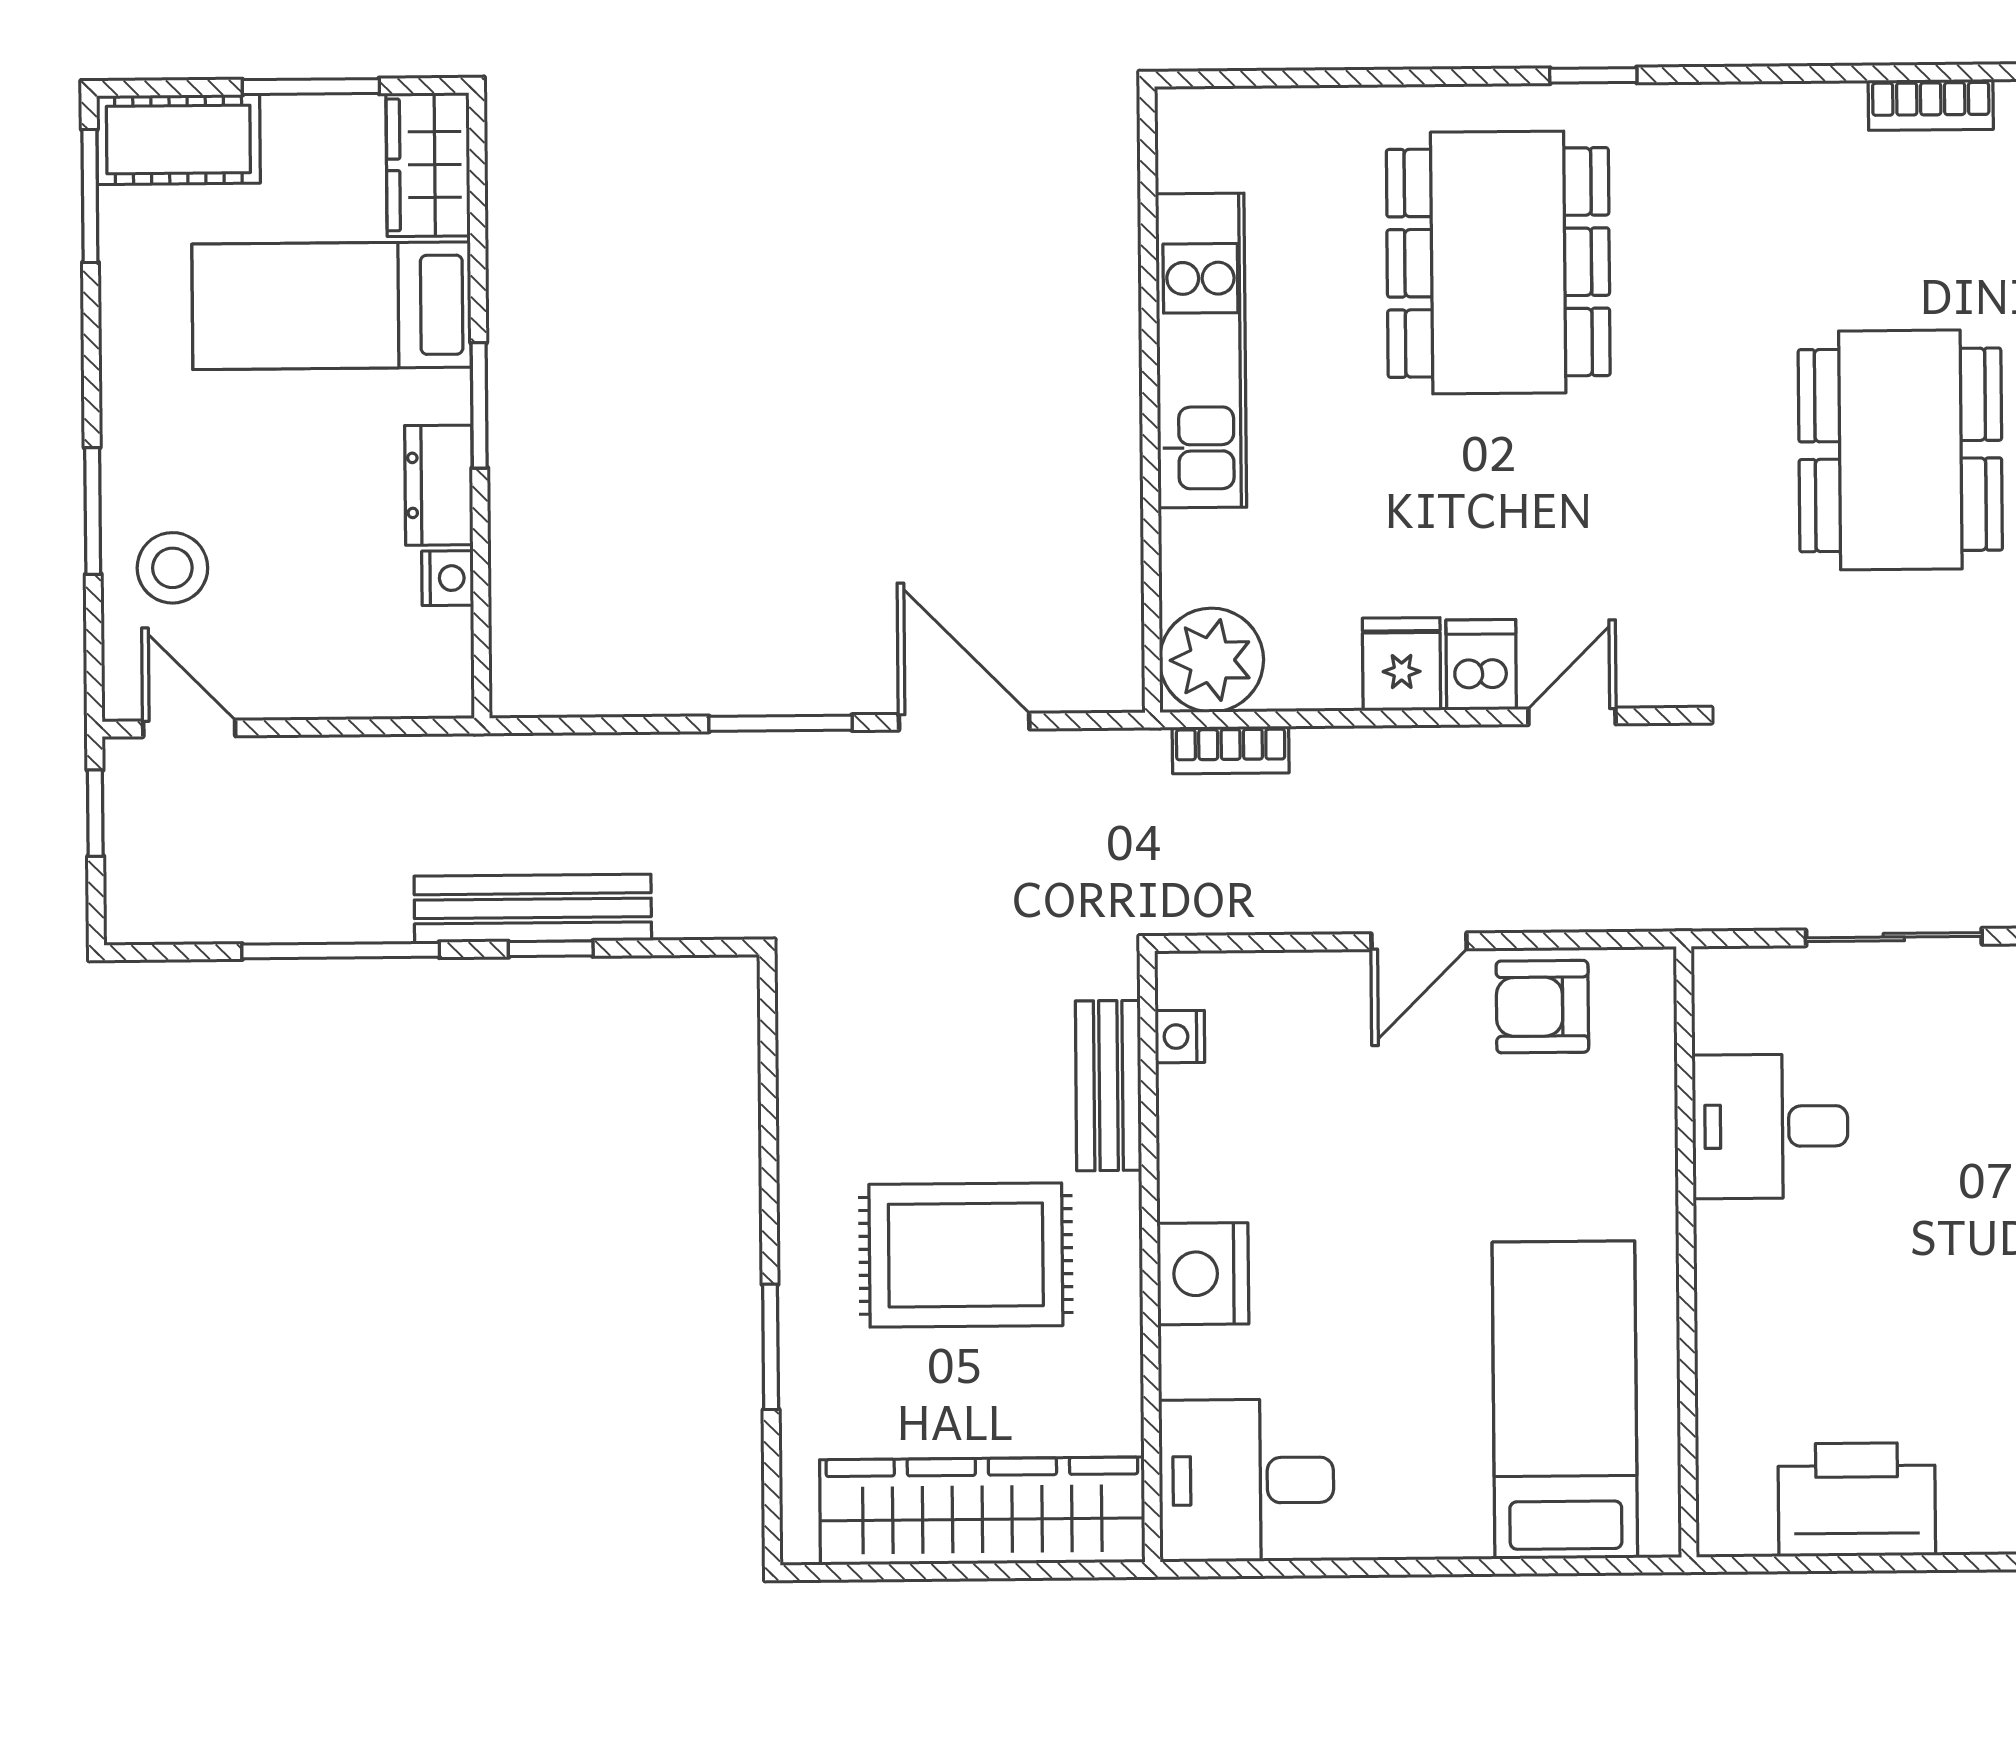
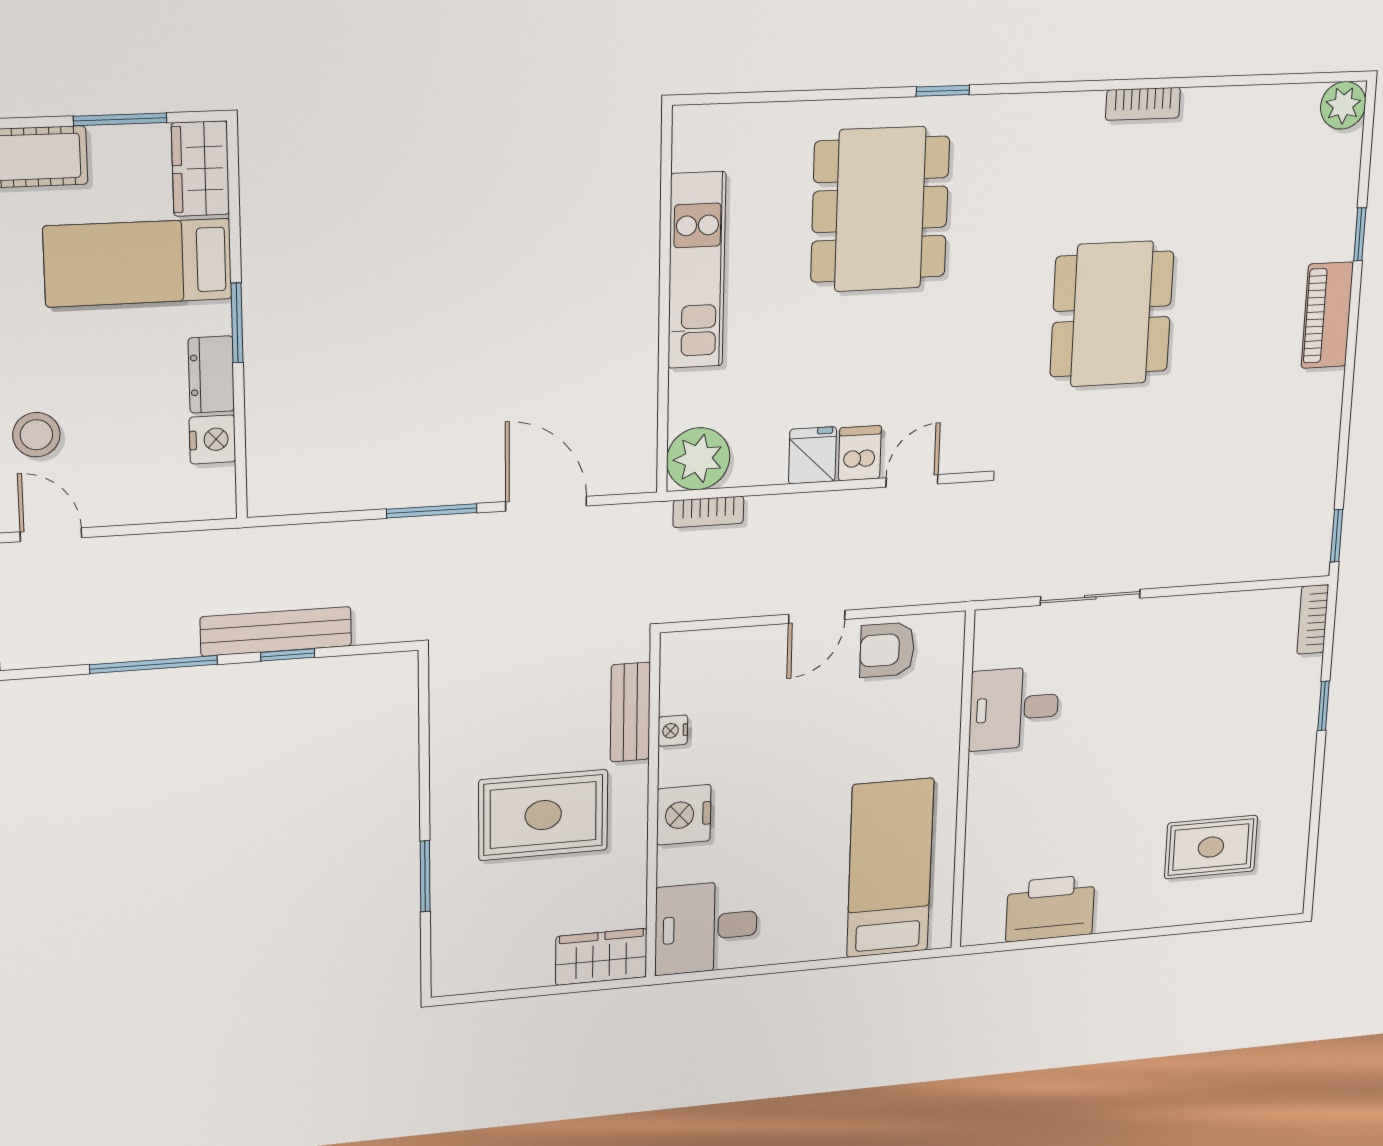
nightstand: (448, 578) -> (212, 439), width x1.39, depth x1.35
nightstand: (1180, 1037) -> (673, 731), moved
wardrobe: (982, 1511) -> (601, 957), width x0.48, depth x0.85

